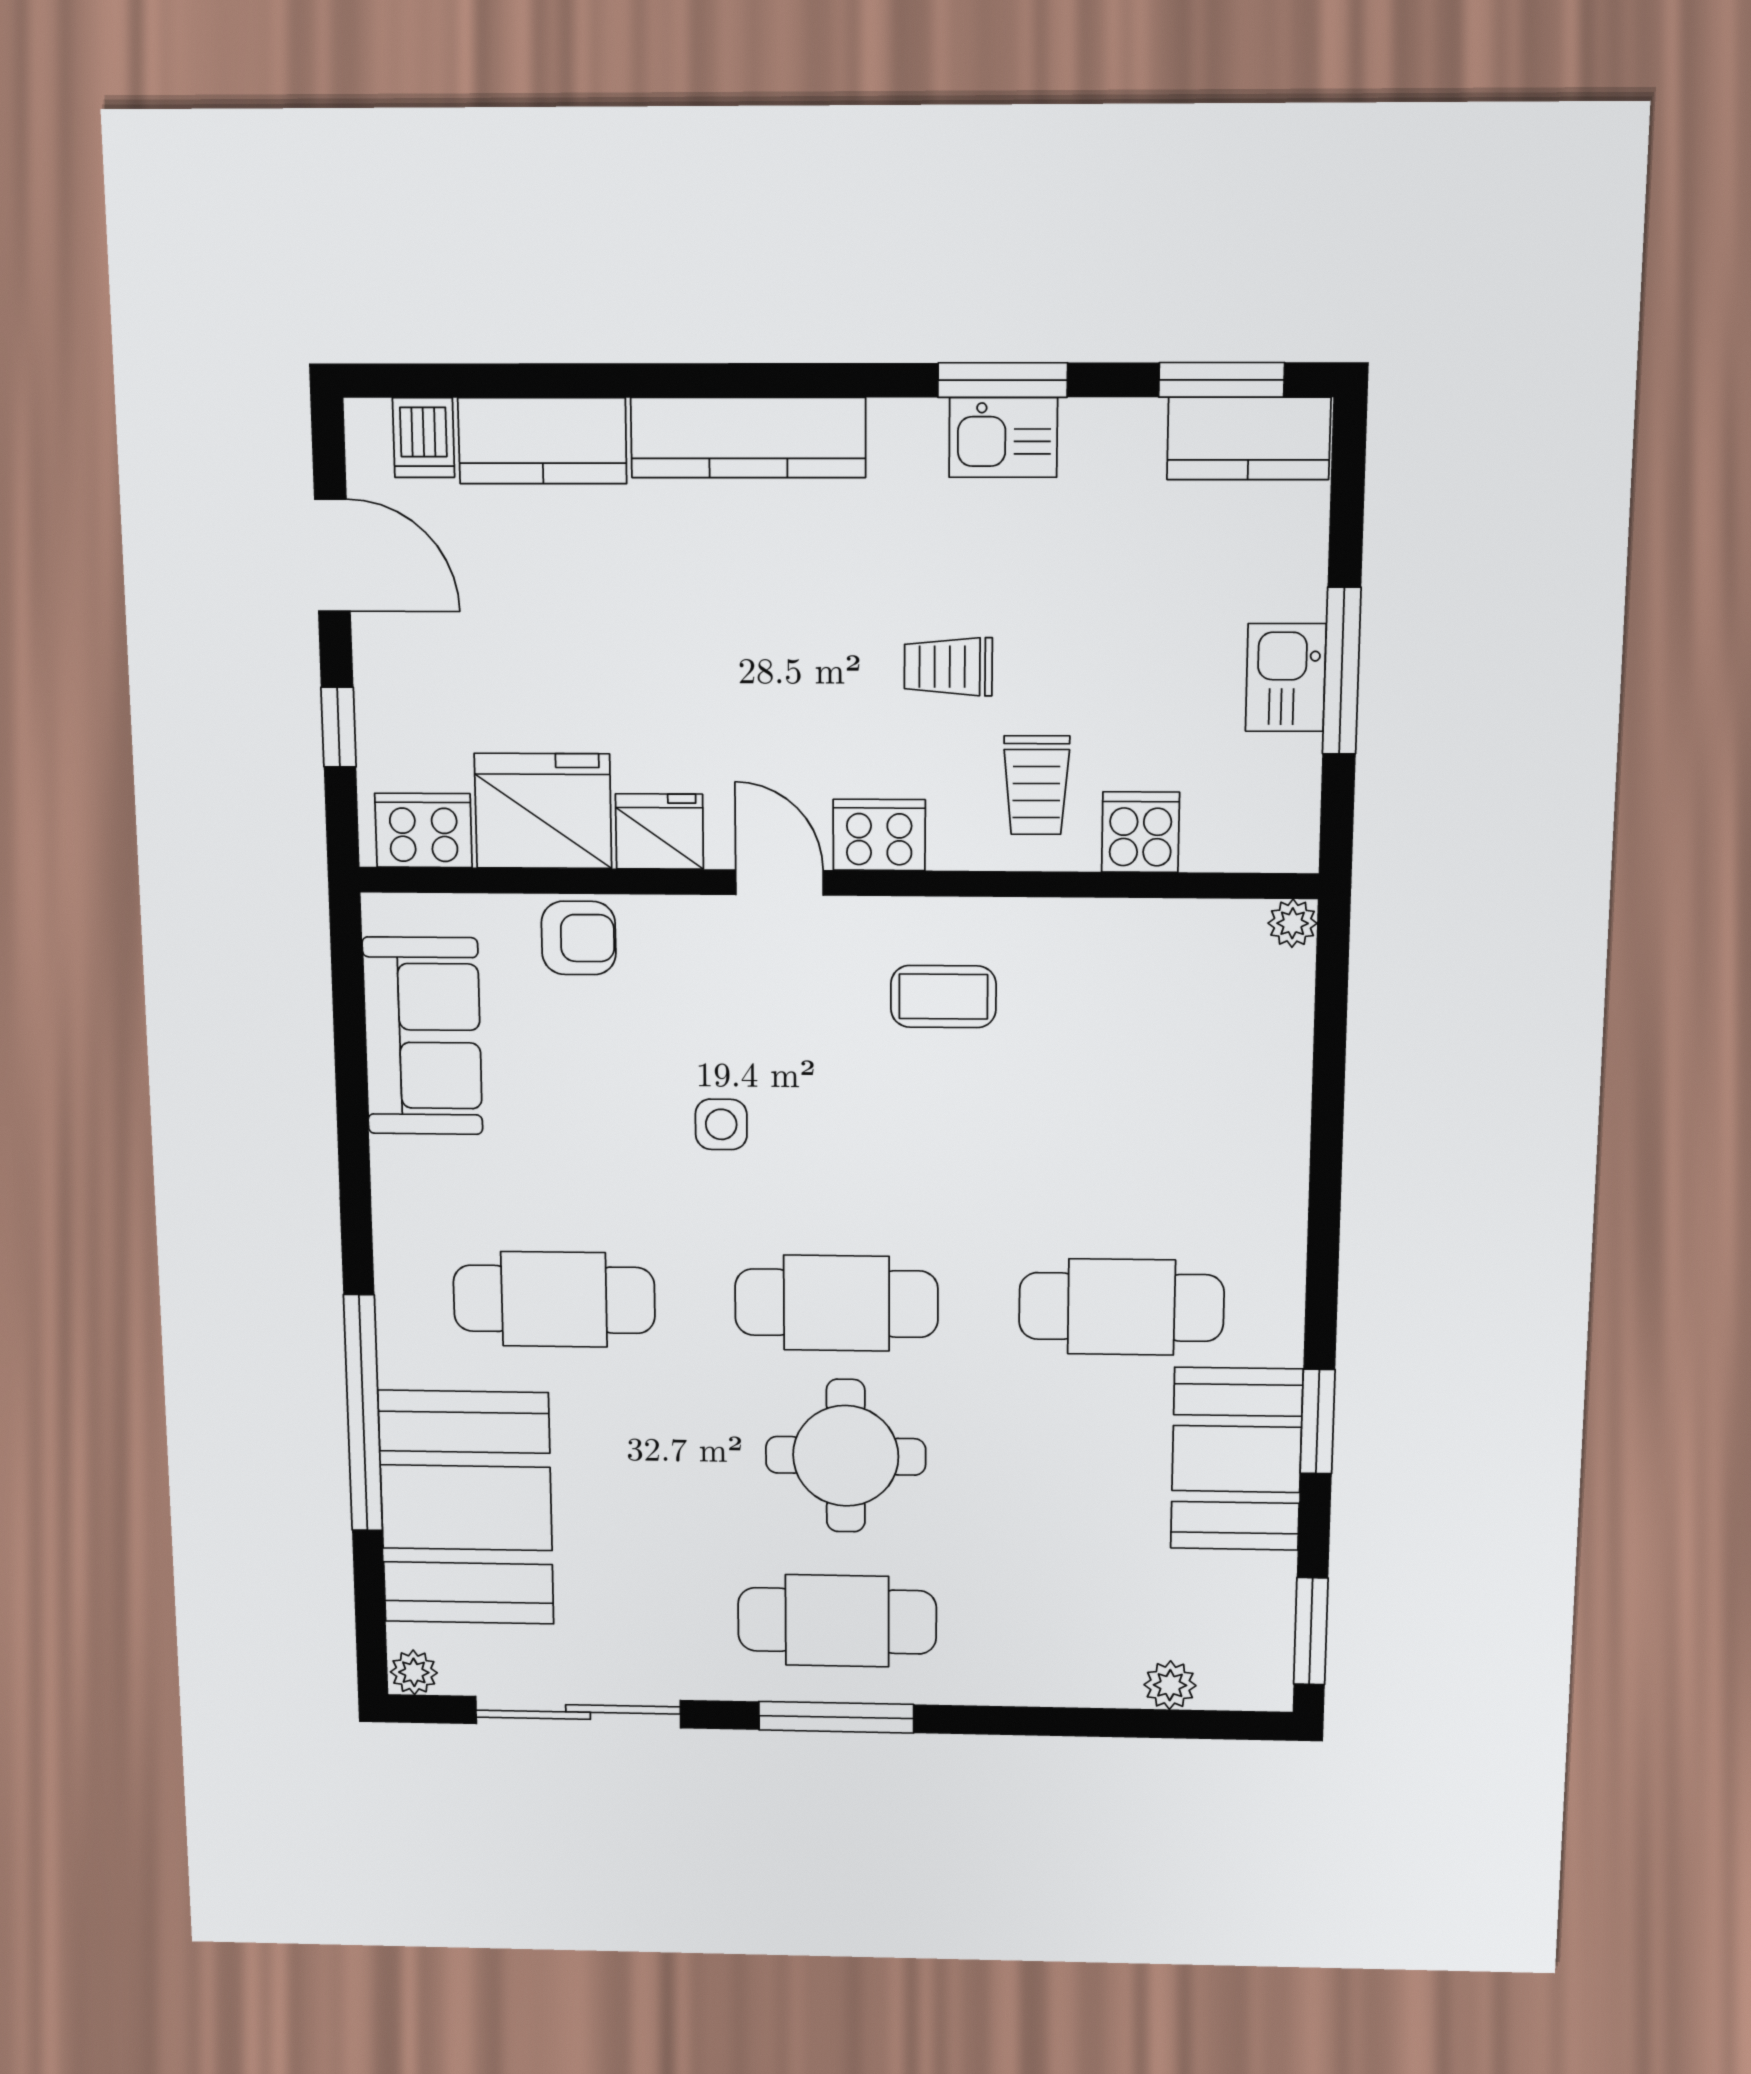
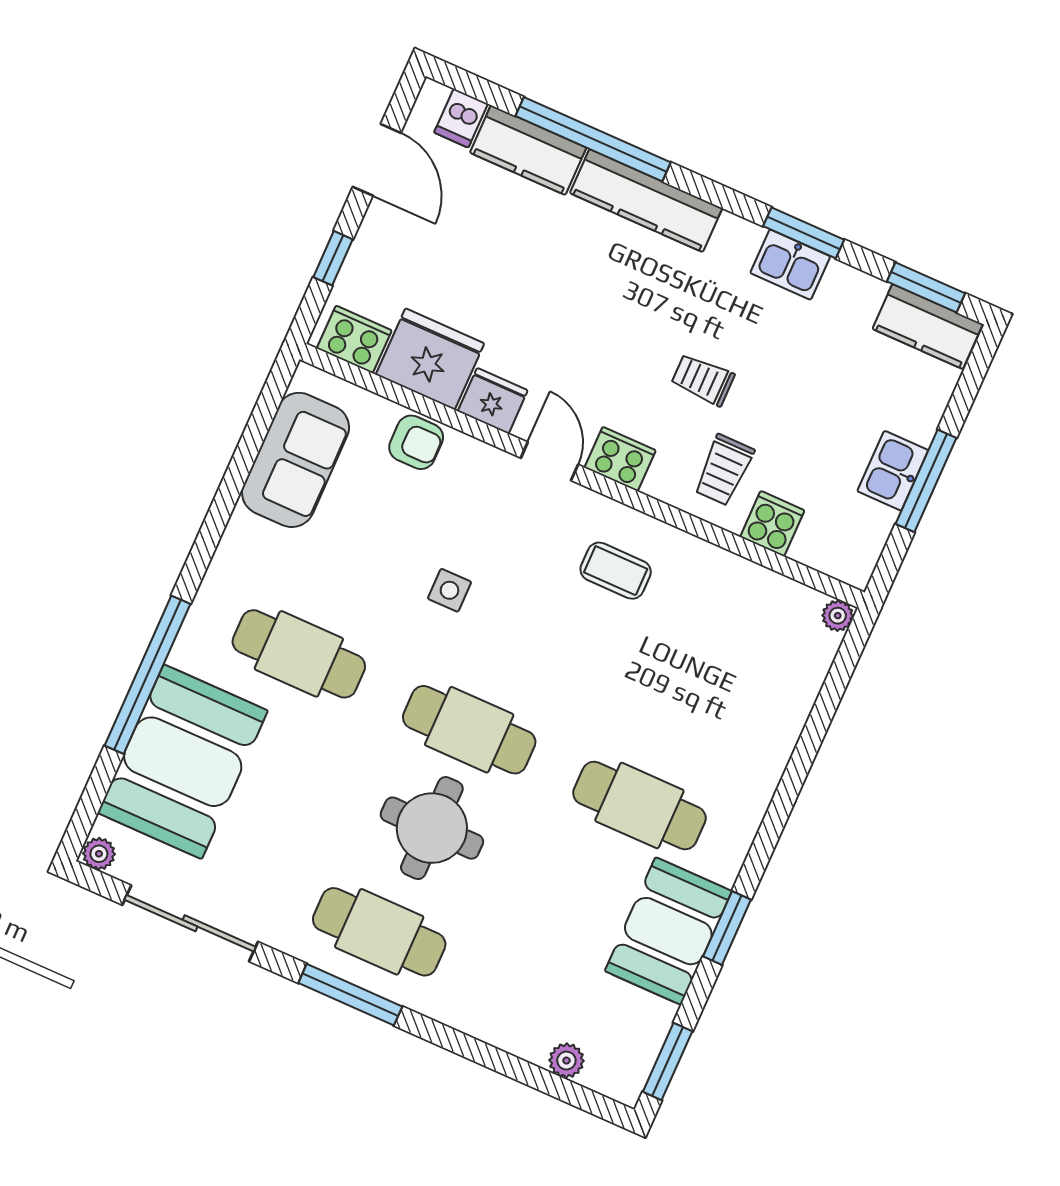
window: (629, 380) -> (593, 139), added

